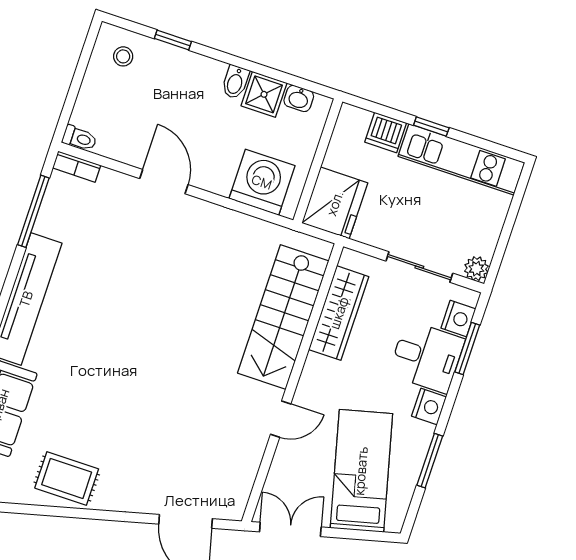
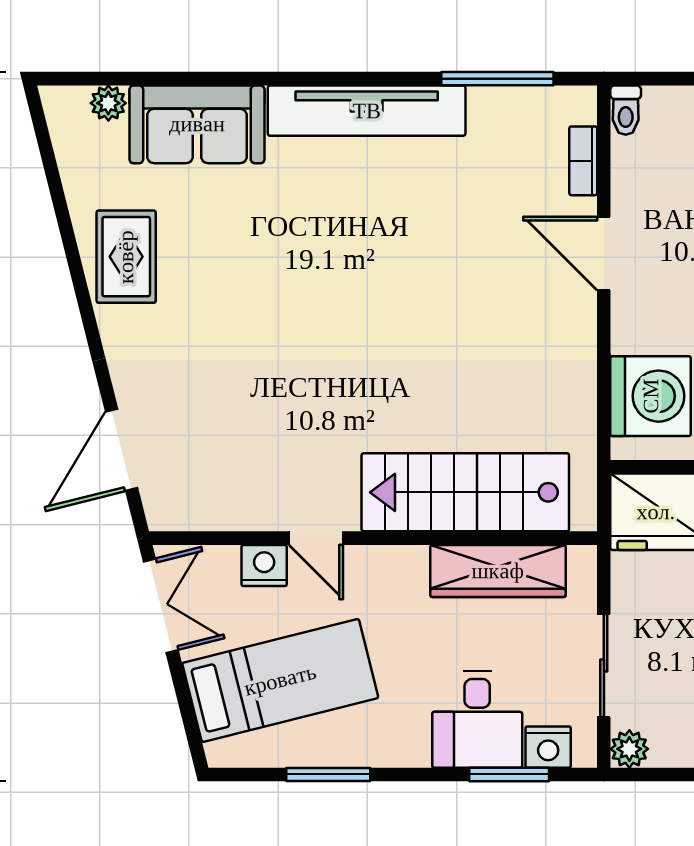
bookcase: (77, 167) -> (583, 161), moved
door: (164, 182) -> (604, 253), swing flipped
nightstand: (429, 406) -> (264, 565), moved, turned 180

